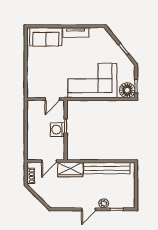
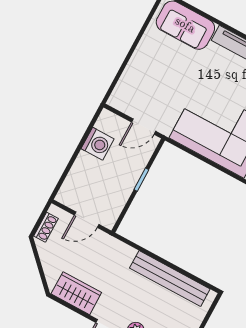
washing machine: (57, 130) -> (98, 144), moved, turned 180
wardrobe: (70, 170) -> (76, 293), moved, turned 180

